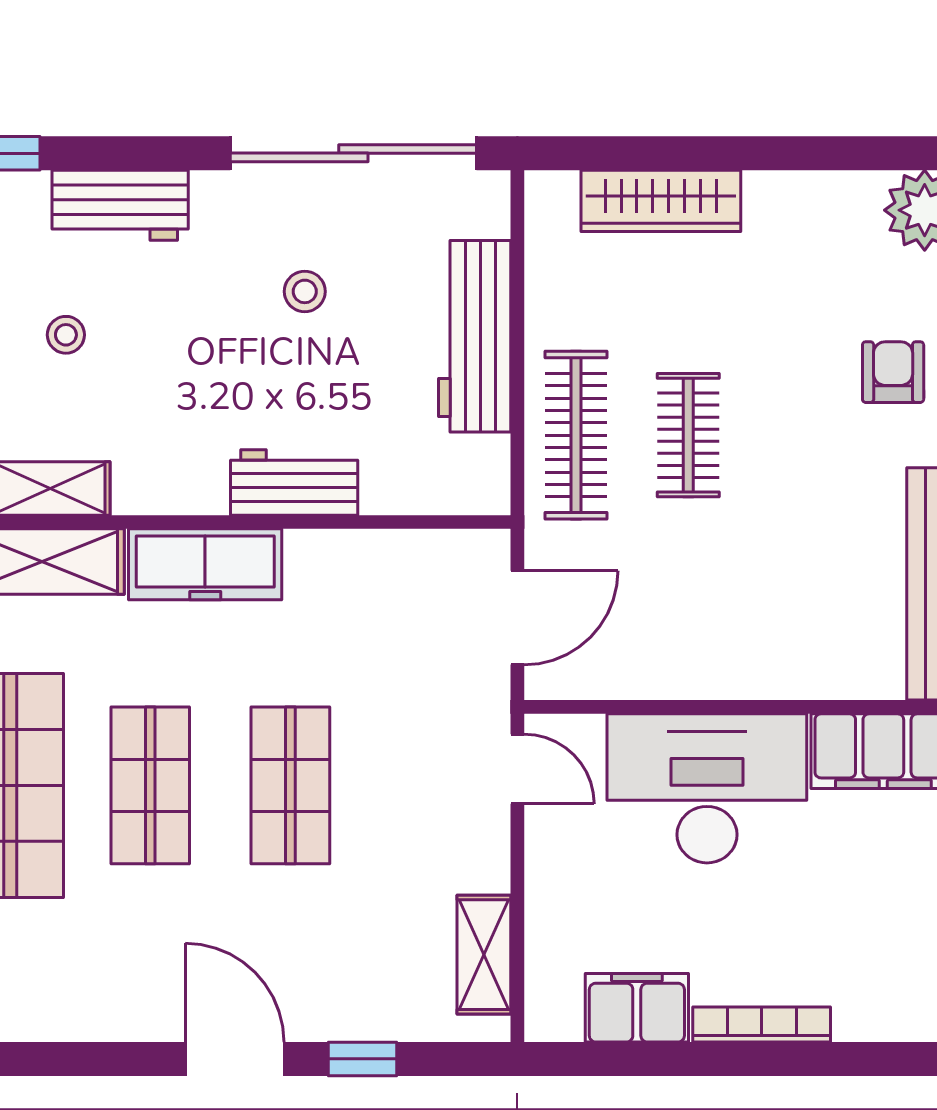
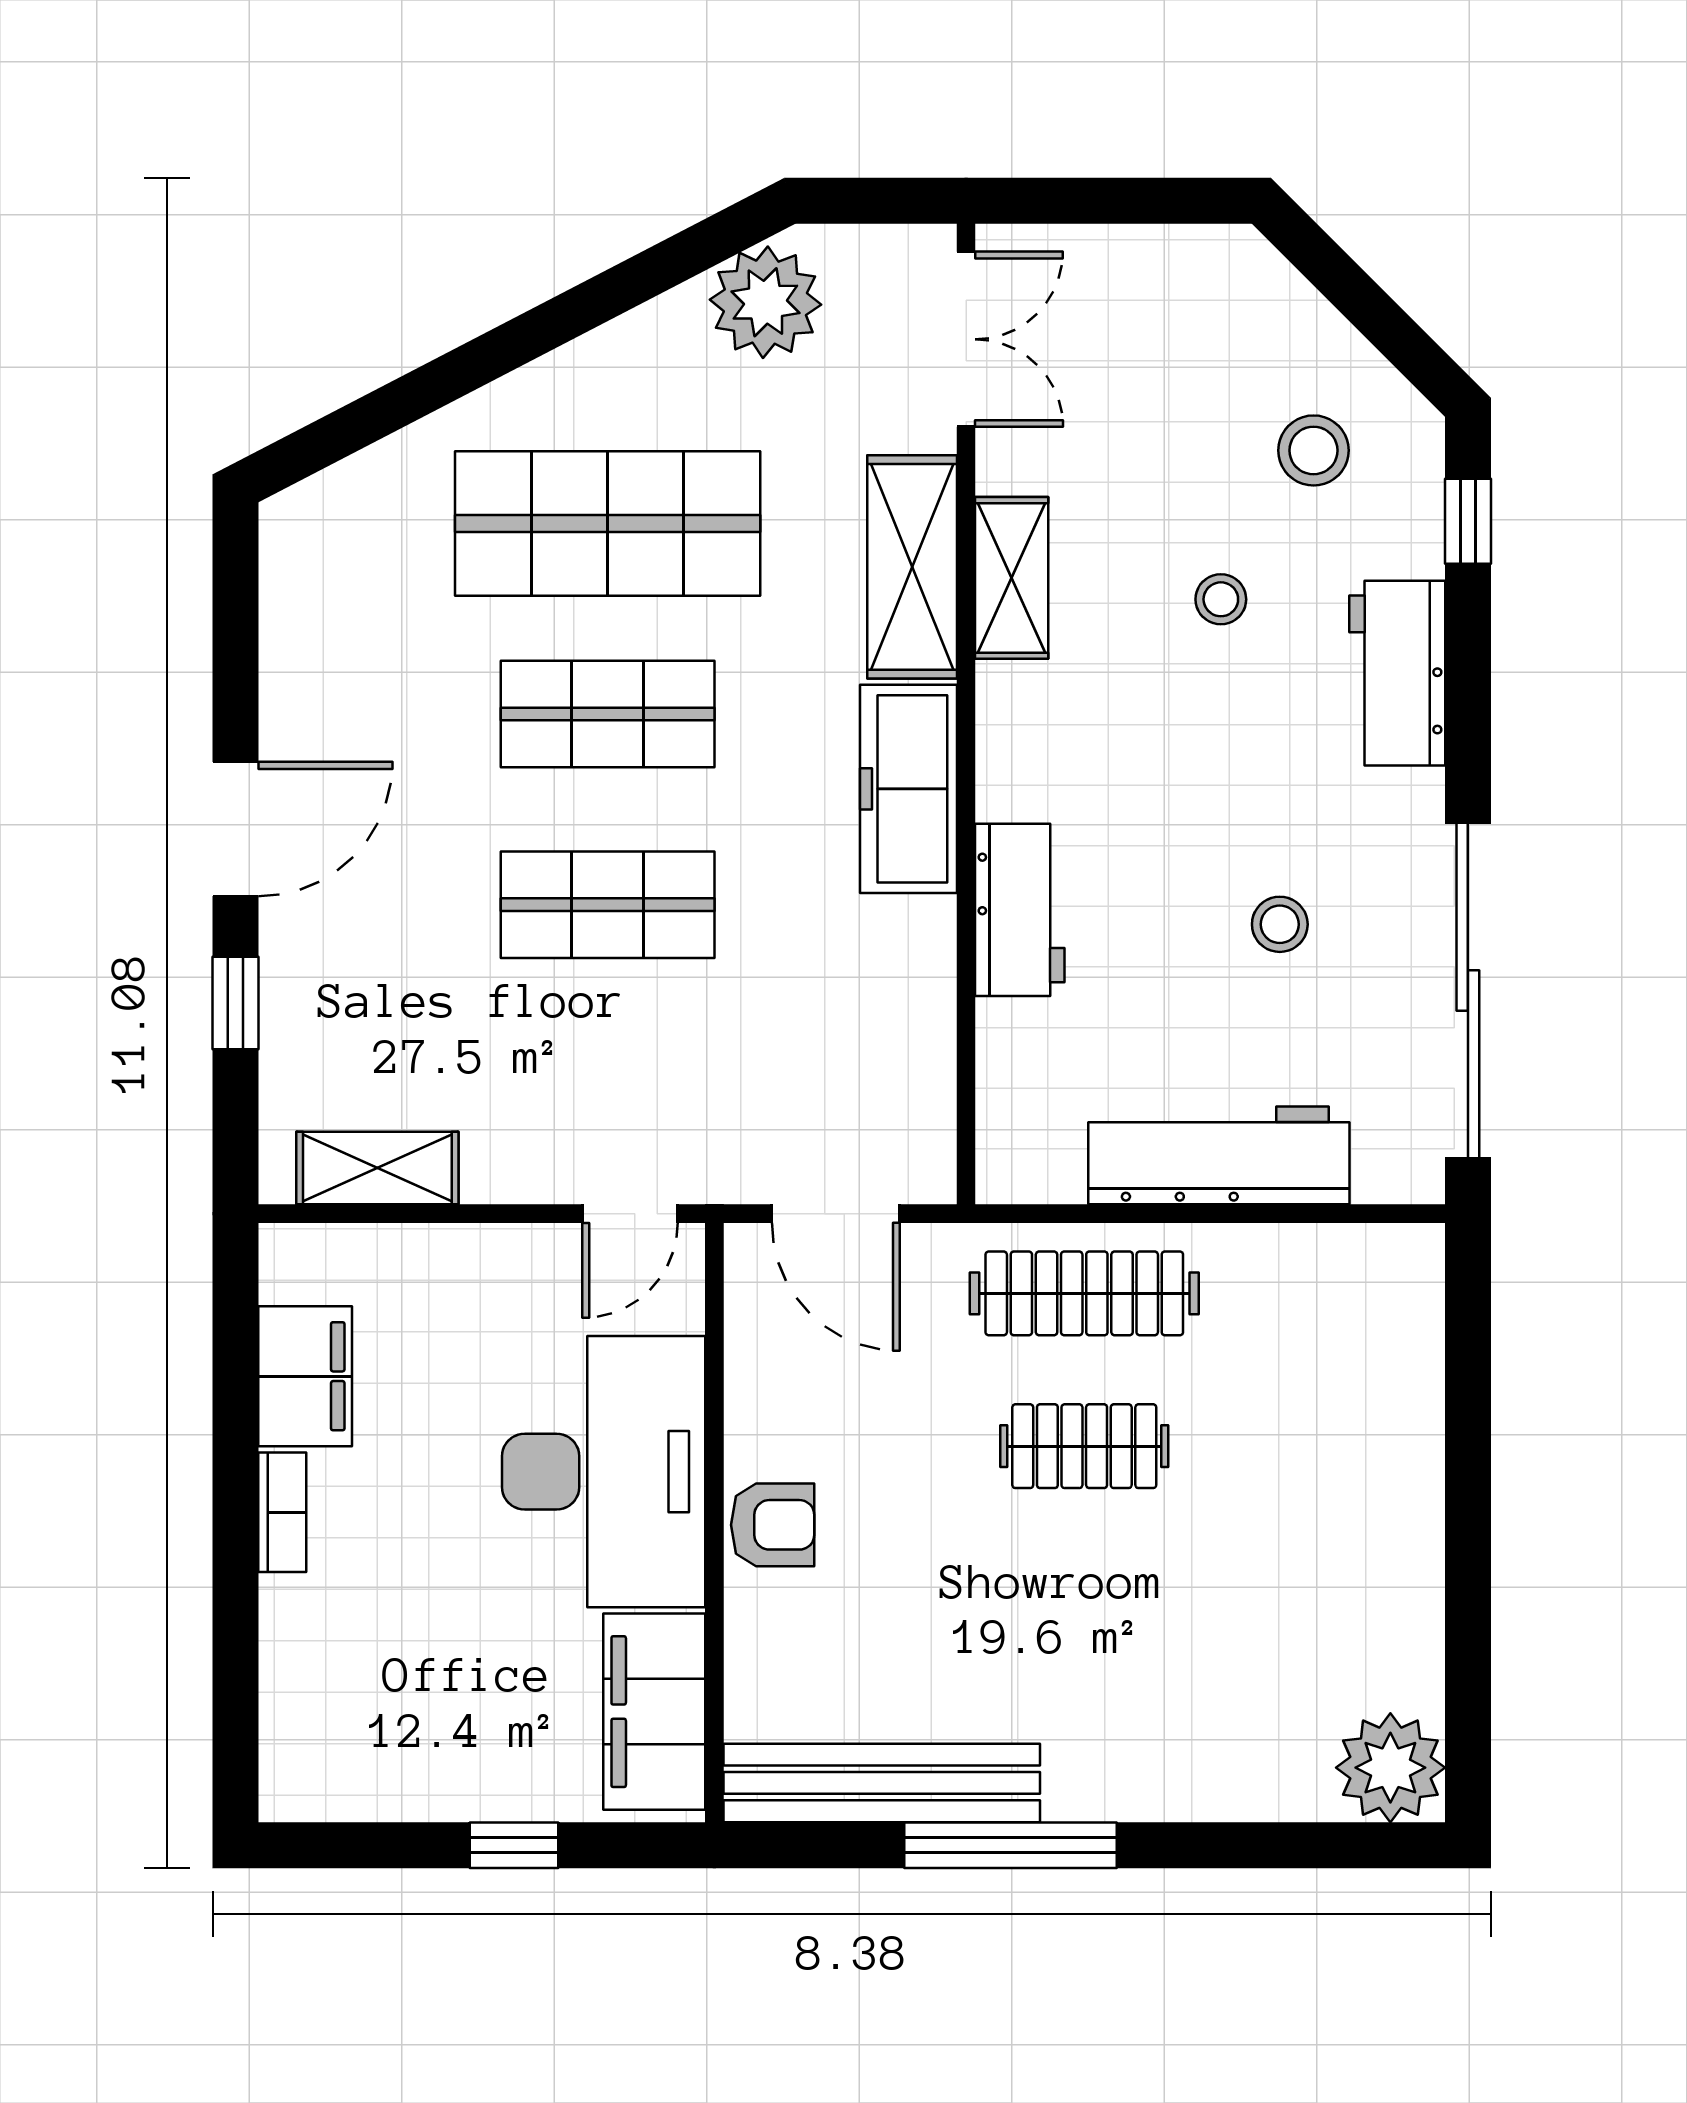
wardrobe: (661, 201) -> (1403, 1409), removed
armchair: (893, 372) -> (773, 1525), moved
bookcase: (762, 1025) -> (282, 1512), width x0.64

